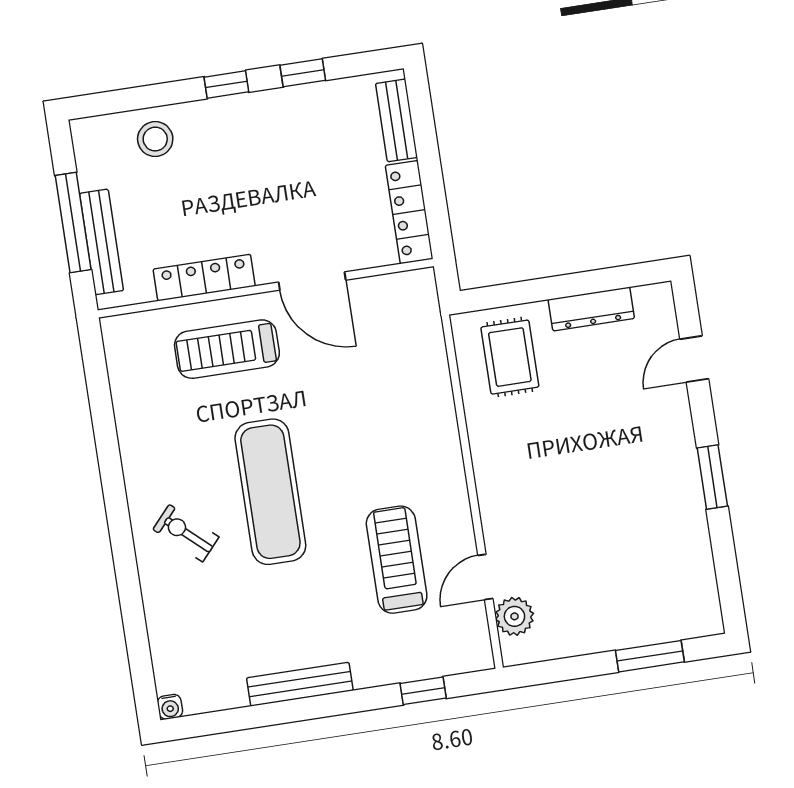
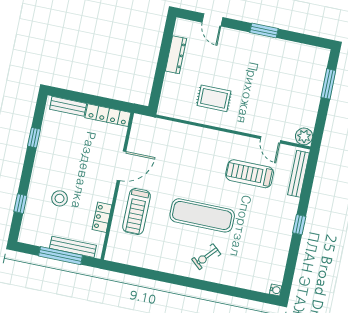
window: (226, 85) -> (20, 204), moved
stool: (155, 139) -> (60, 198), moved
locker: (204, 278) -> (102, 217), width x0.66
rug: (510, 357) -> (214, 98), moved
plant: (514, 616) -> (304, 136), moved
bench: (300, 684) -> (298, 174), moved
window: (423, 691) -> (299, 225), moved

